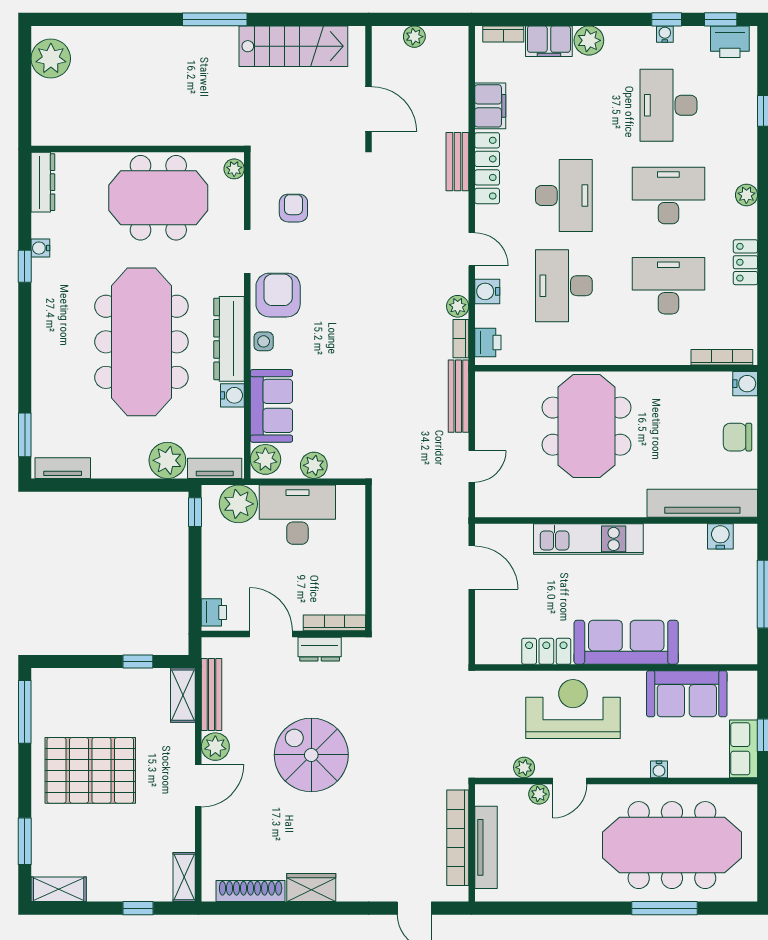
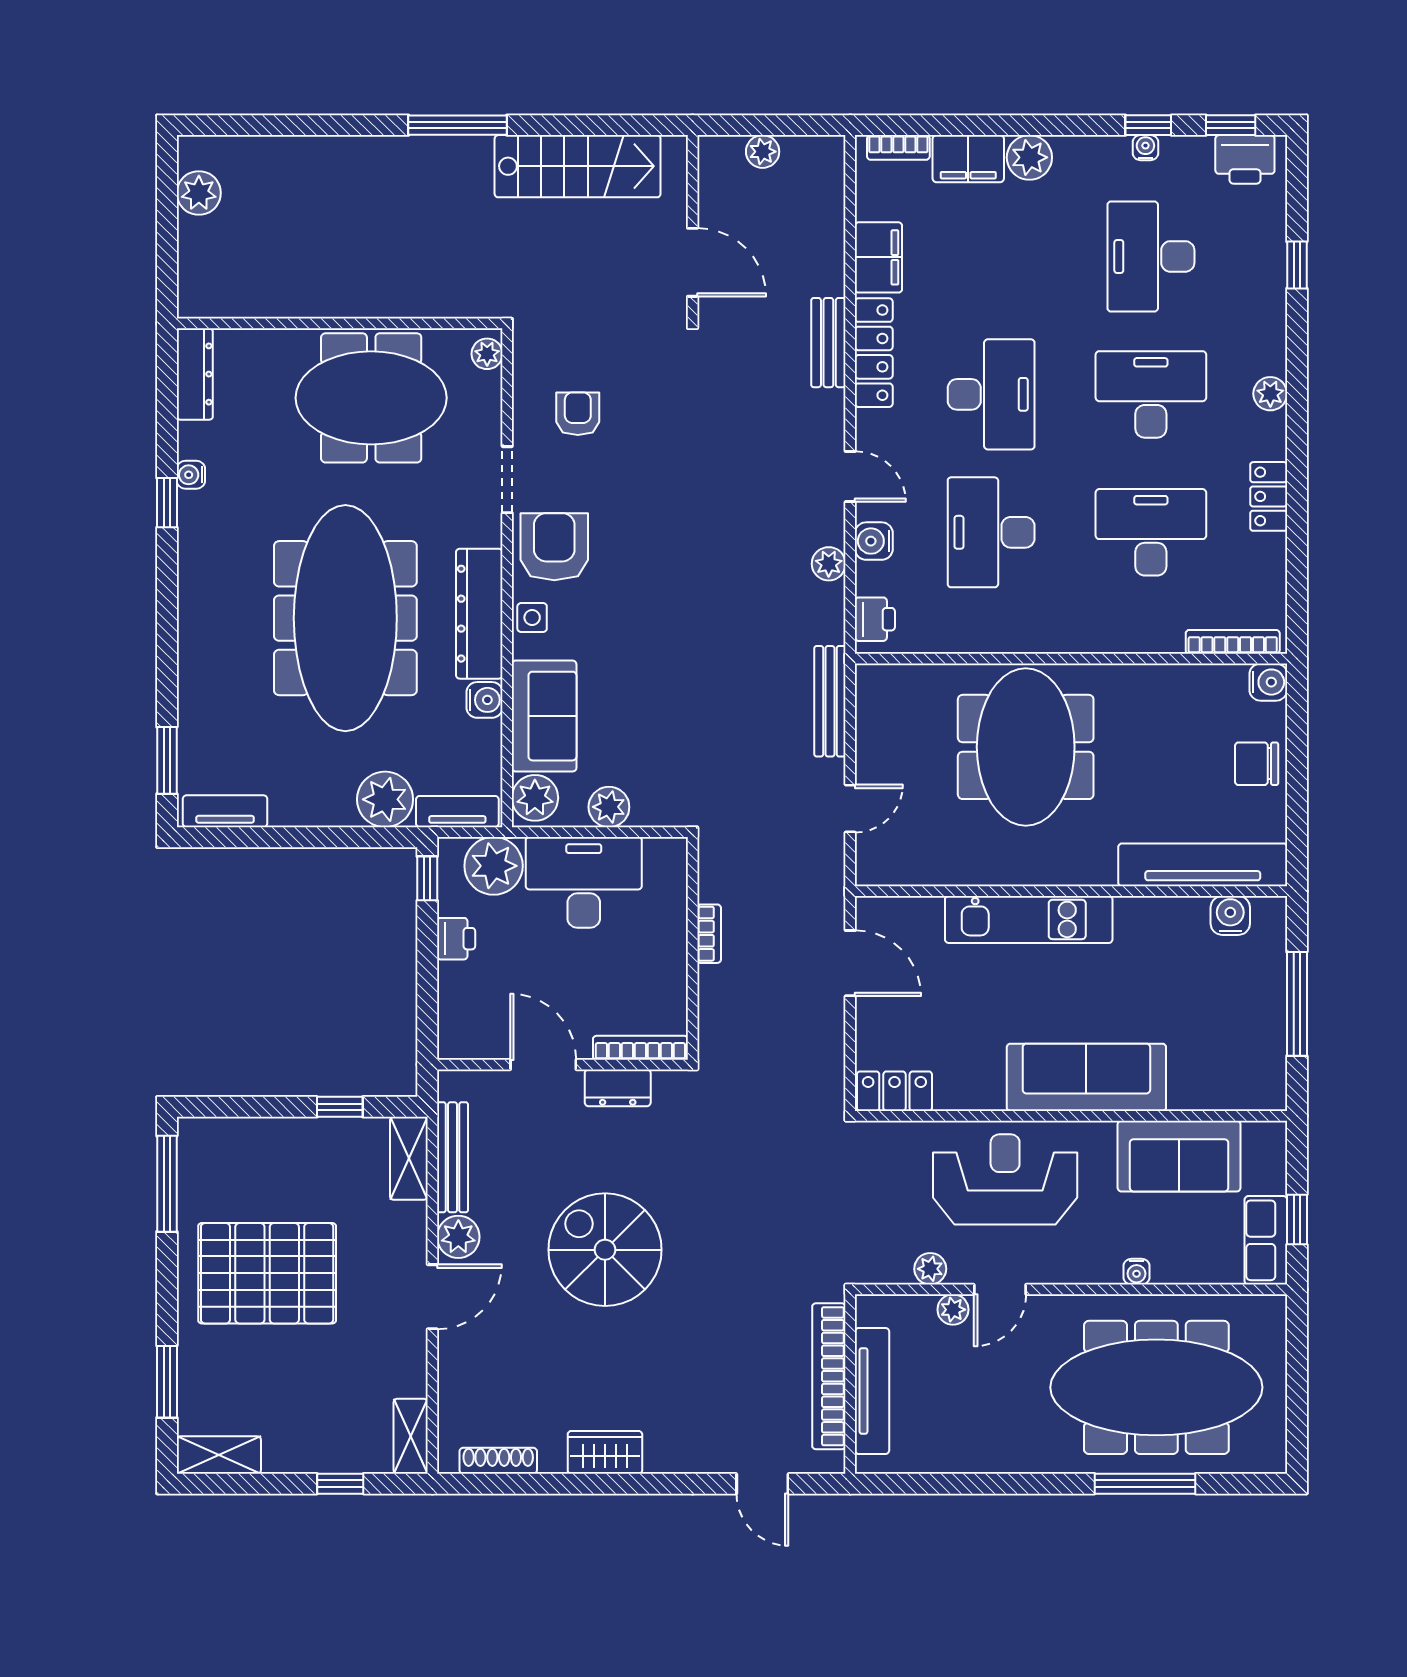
plant: (51, 58) -> (199, 193), width x0.73, depth x0.73
bookcase: (461, 339) -> (709, 934), moved, turned 180
printer: (214, 612) -> (456, 939), moved
locker: (546, 651) -> (894, 1091), moved
shoe rack: (251, 891) -> (498, 1461), width x0.74, depth x0.81

